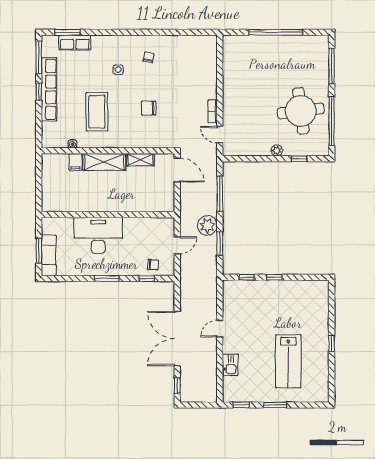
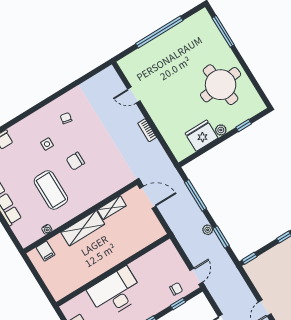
chair: (149, 108) -> (75, 161), moved
window: (332, 121) -> (252, 77), removed
door: (220, 135) -> (134, 95), moved
fridge: (257, 145) -> (202, 136), added
filing cabinet: (75, 162) -> (45, 251), moved
plant: (207, 226) -> (208, 230), width x0.53, depth x0.53
door: (177, 245) -> (196, 276), moved
window: (247, 277) -> (249, 258), moved

